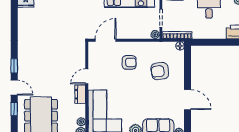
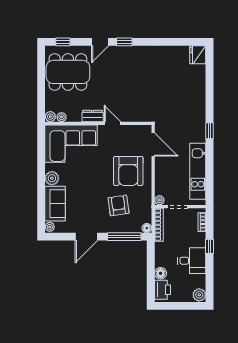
floor lamp: (220, 34) -> (161, 273), added
armchair: (129, 62) -> (128, 171), width x1.88, depth x1.88
window: (188, 66) -> (124, 237), added
window: (14, 109) -> (63, 42), moved

